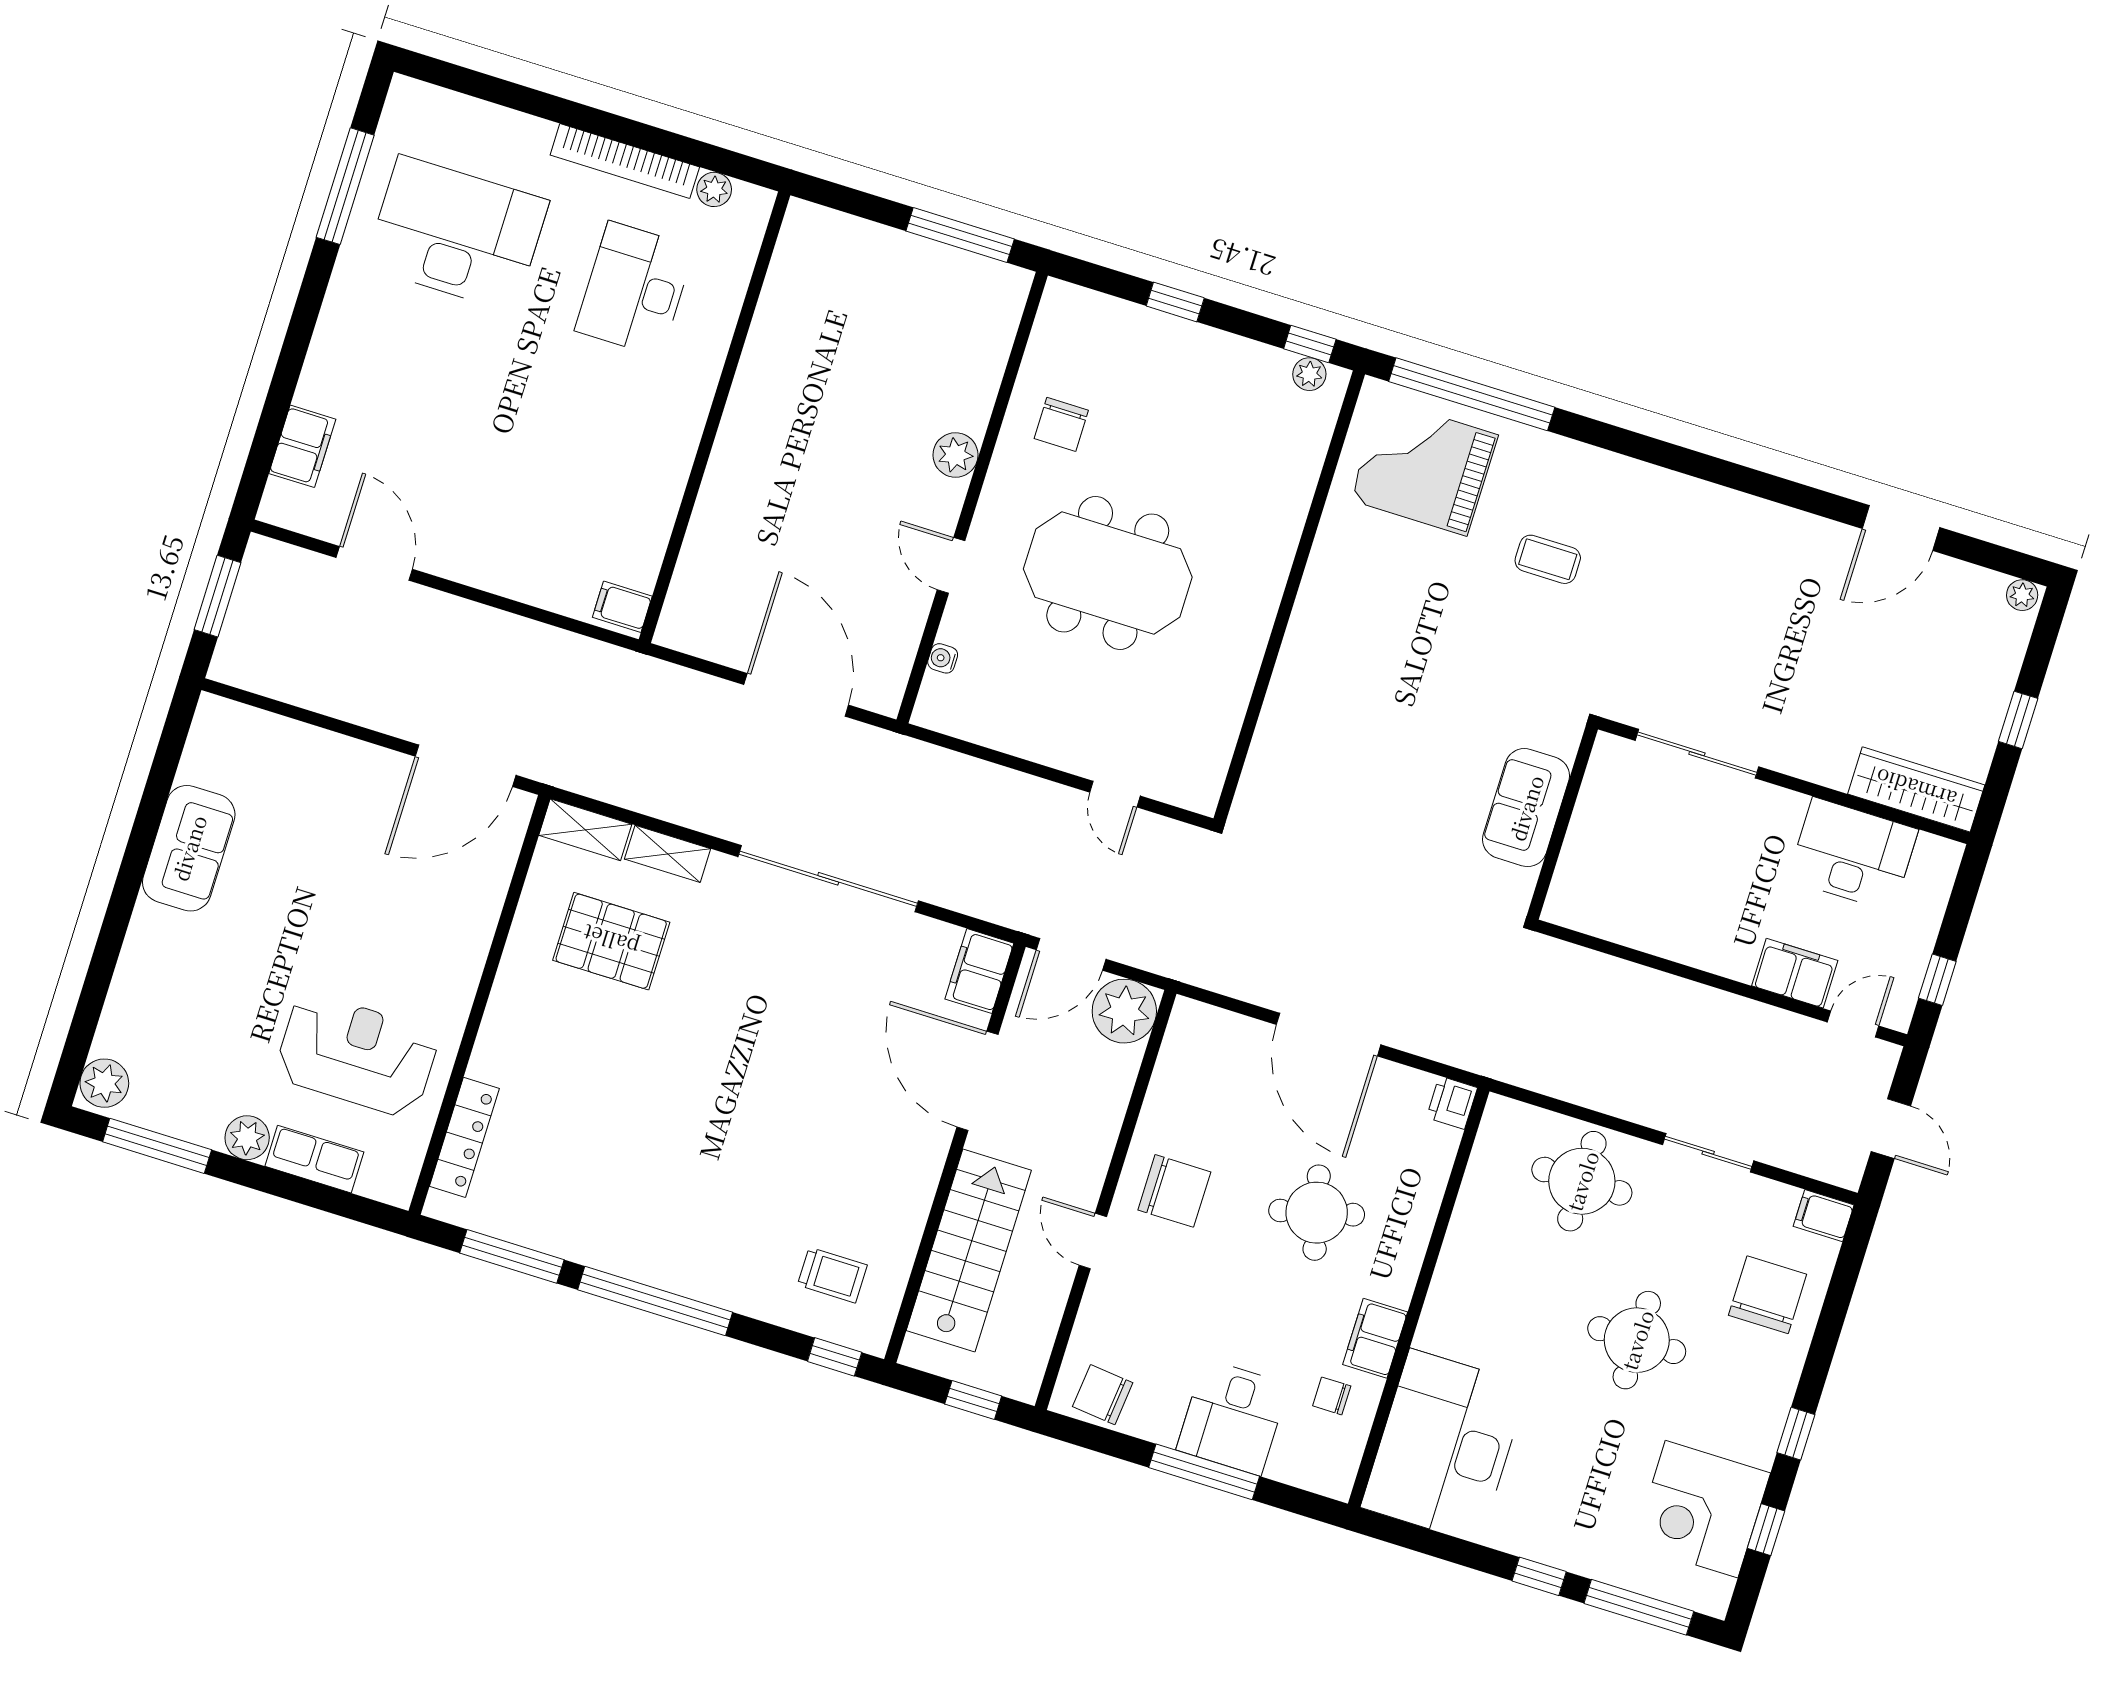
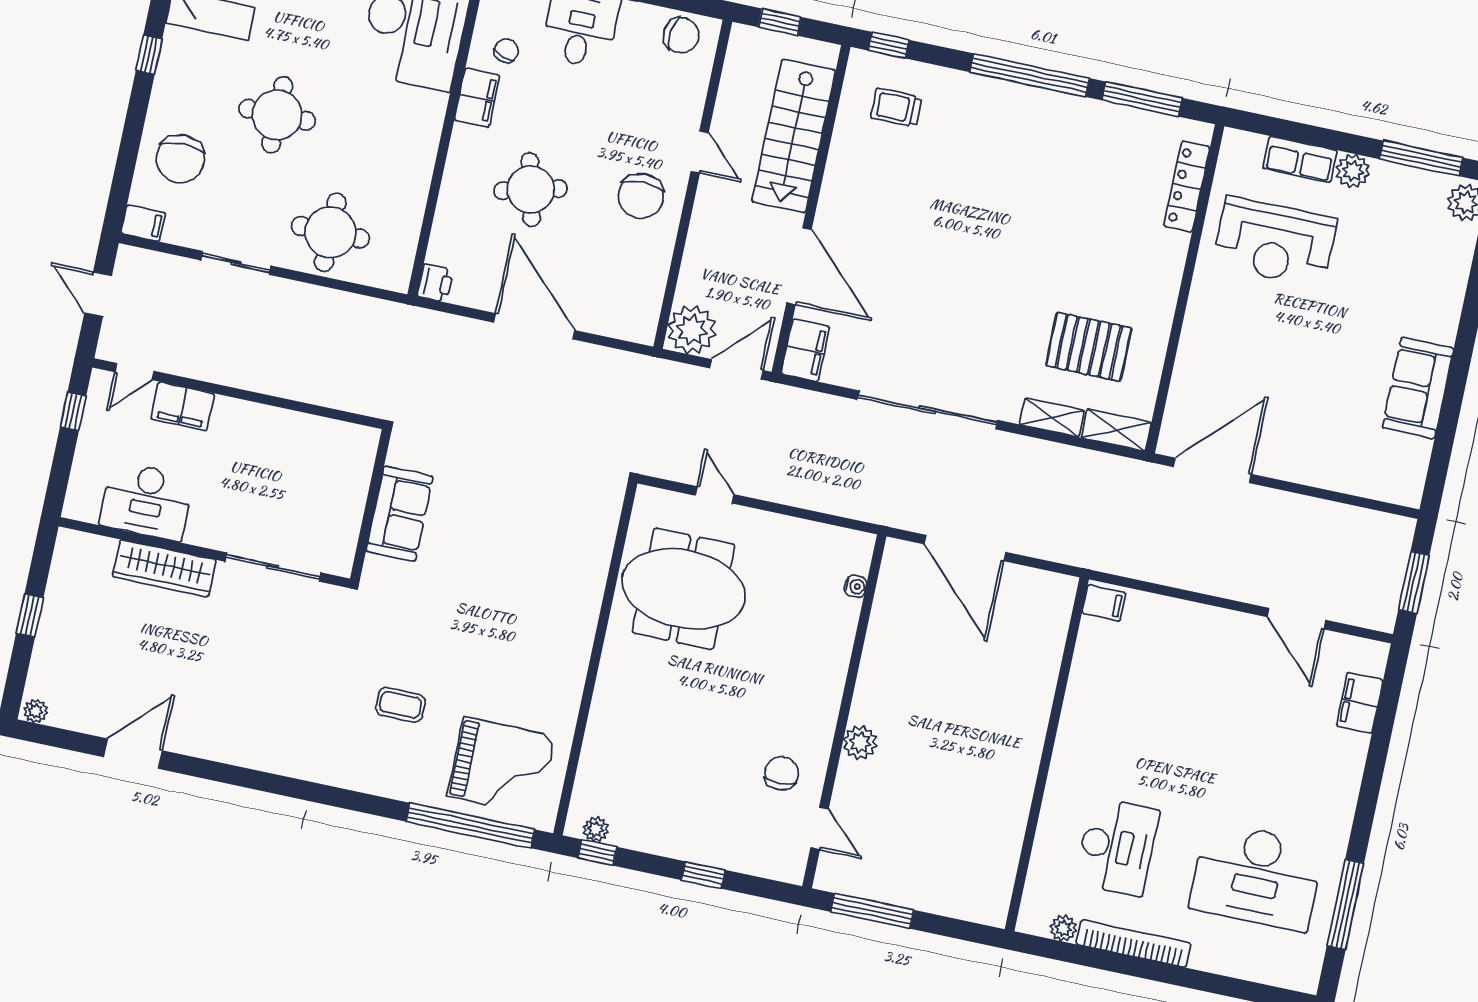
door: (951, 565) -> (820, 828), moved
meeting table: (1108, 573) -> (683, 589), moved
wardrobe: (1916, 789) -> (164, 568), moved
chair: (1174, 1191) -> (641, 196), turned -90
chair: (1332, 1396) -> (506, 51), turned -72

